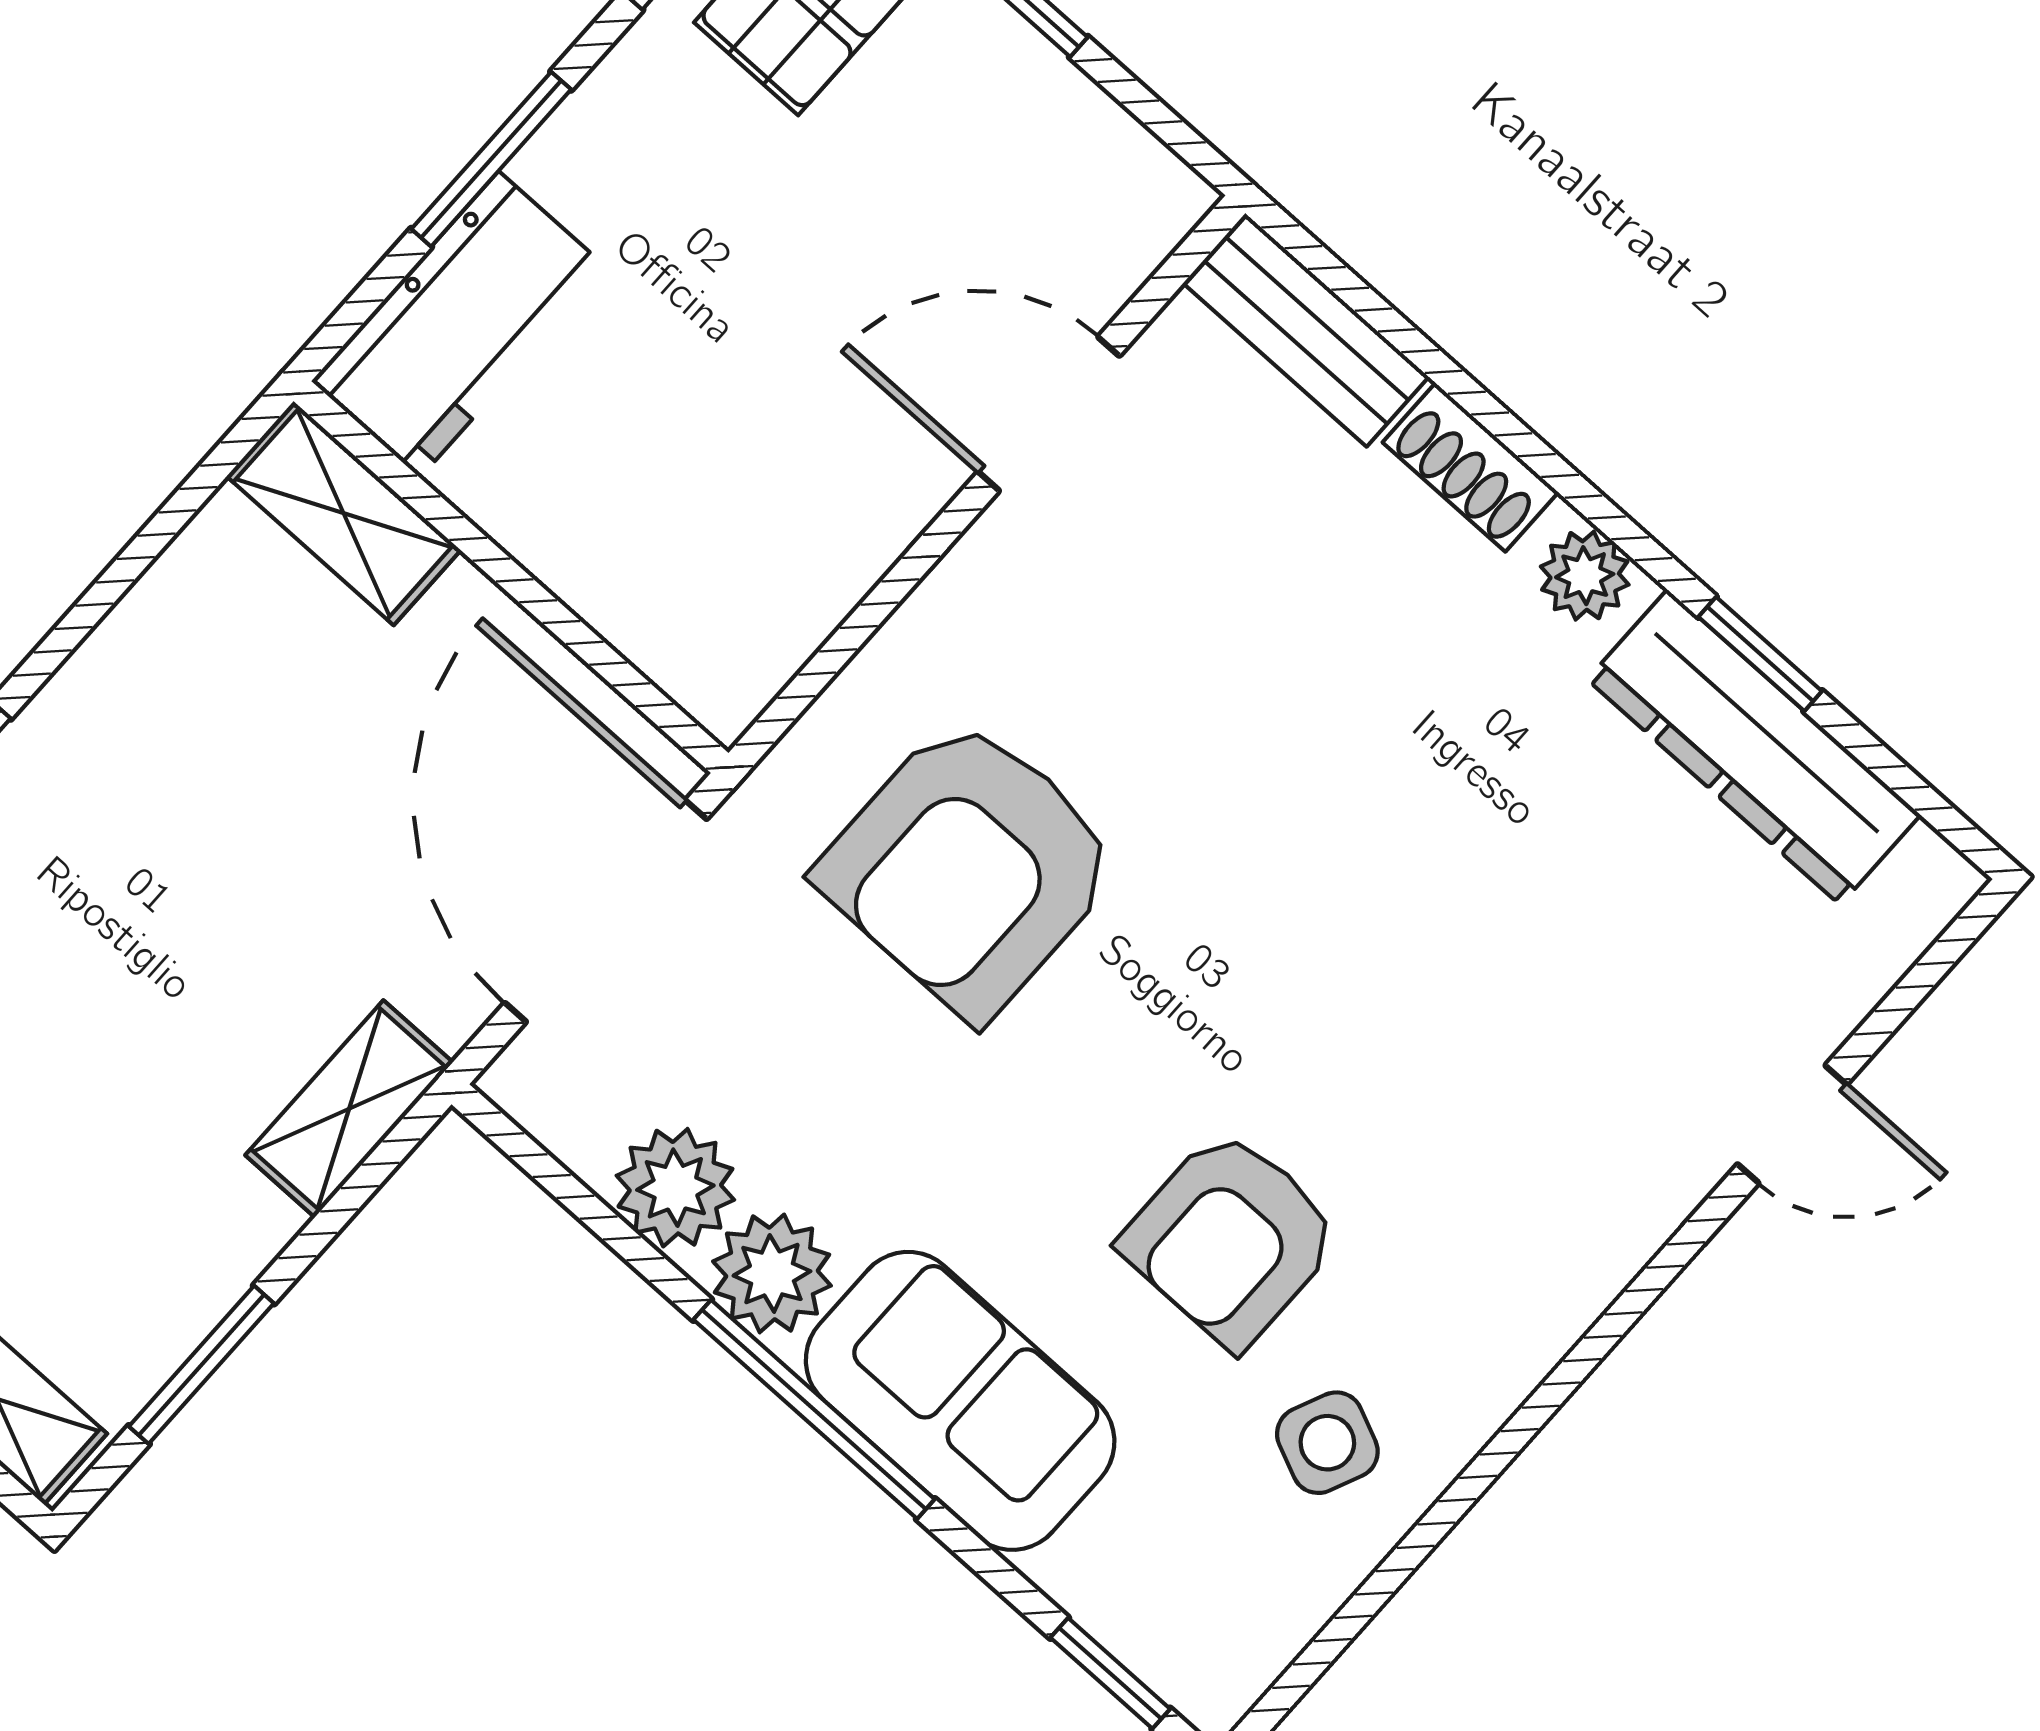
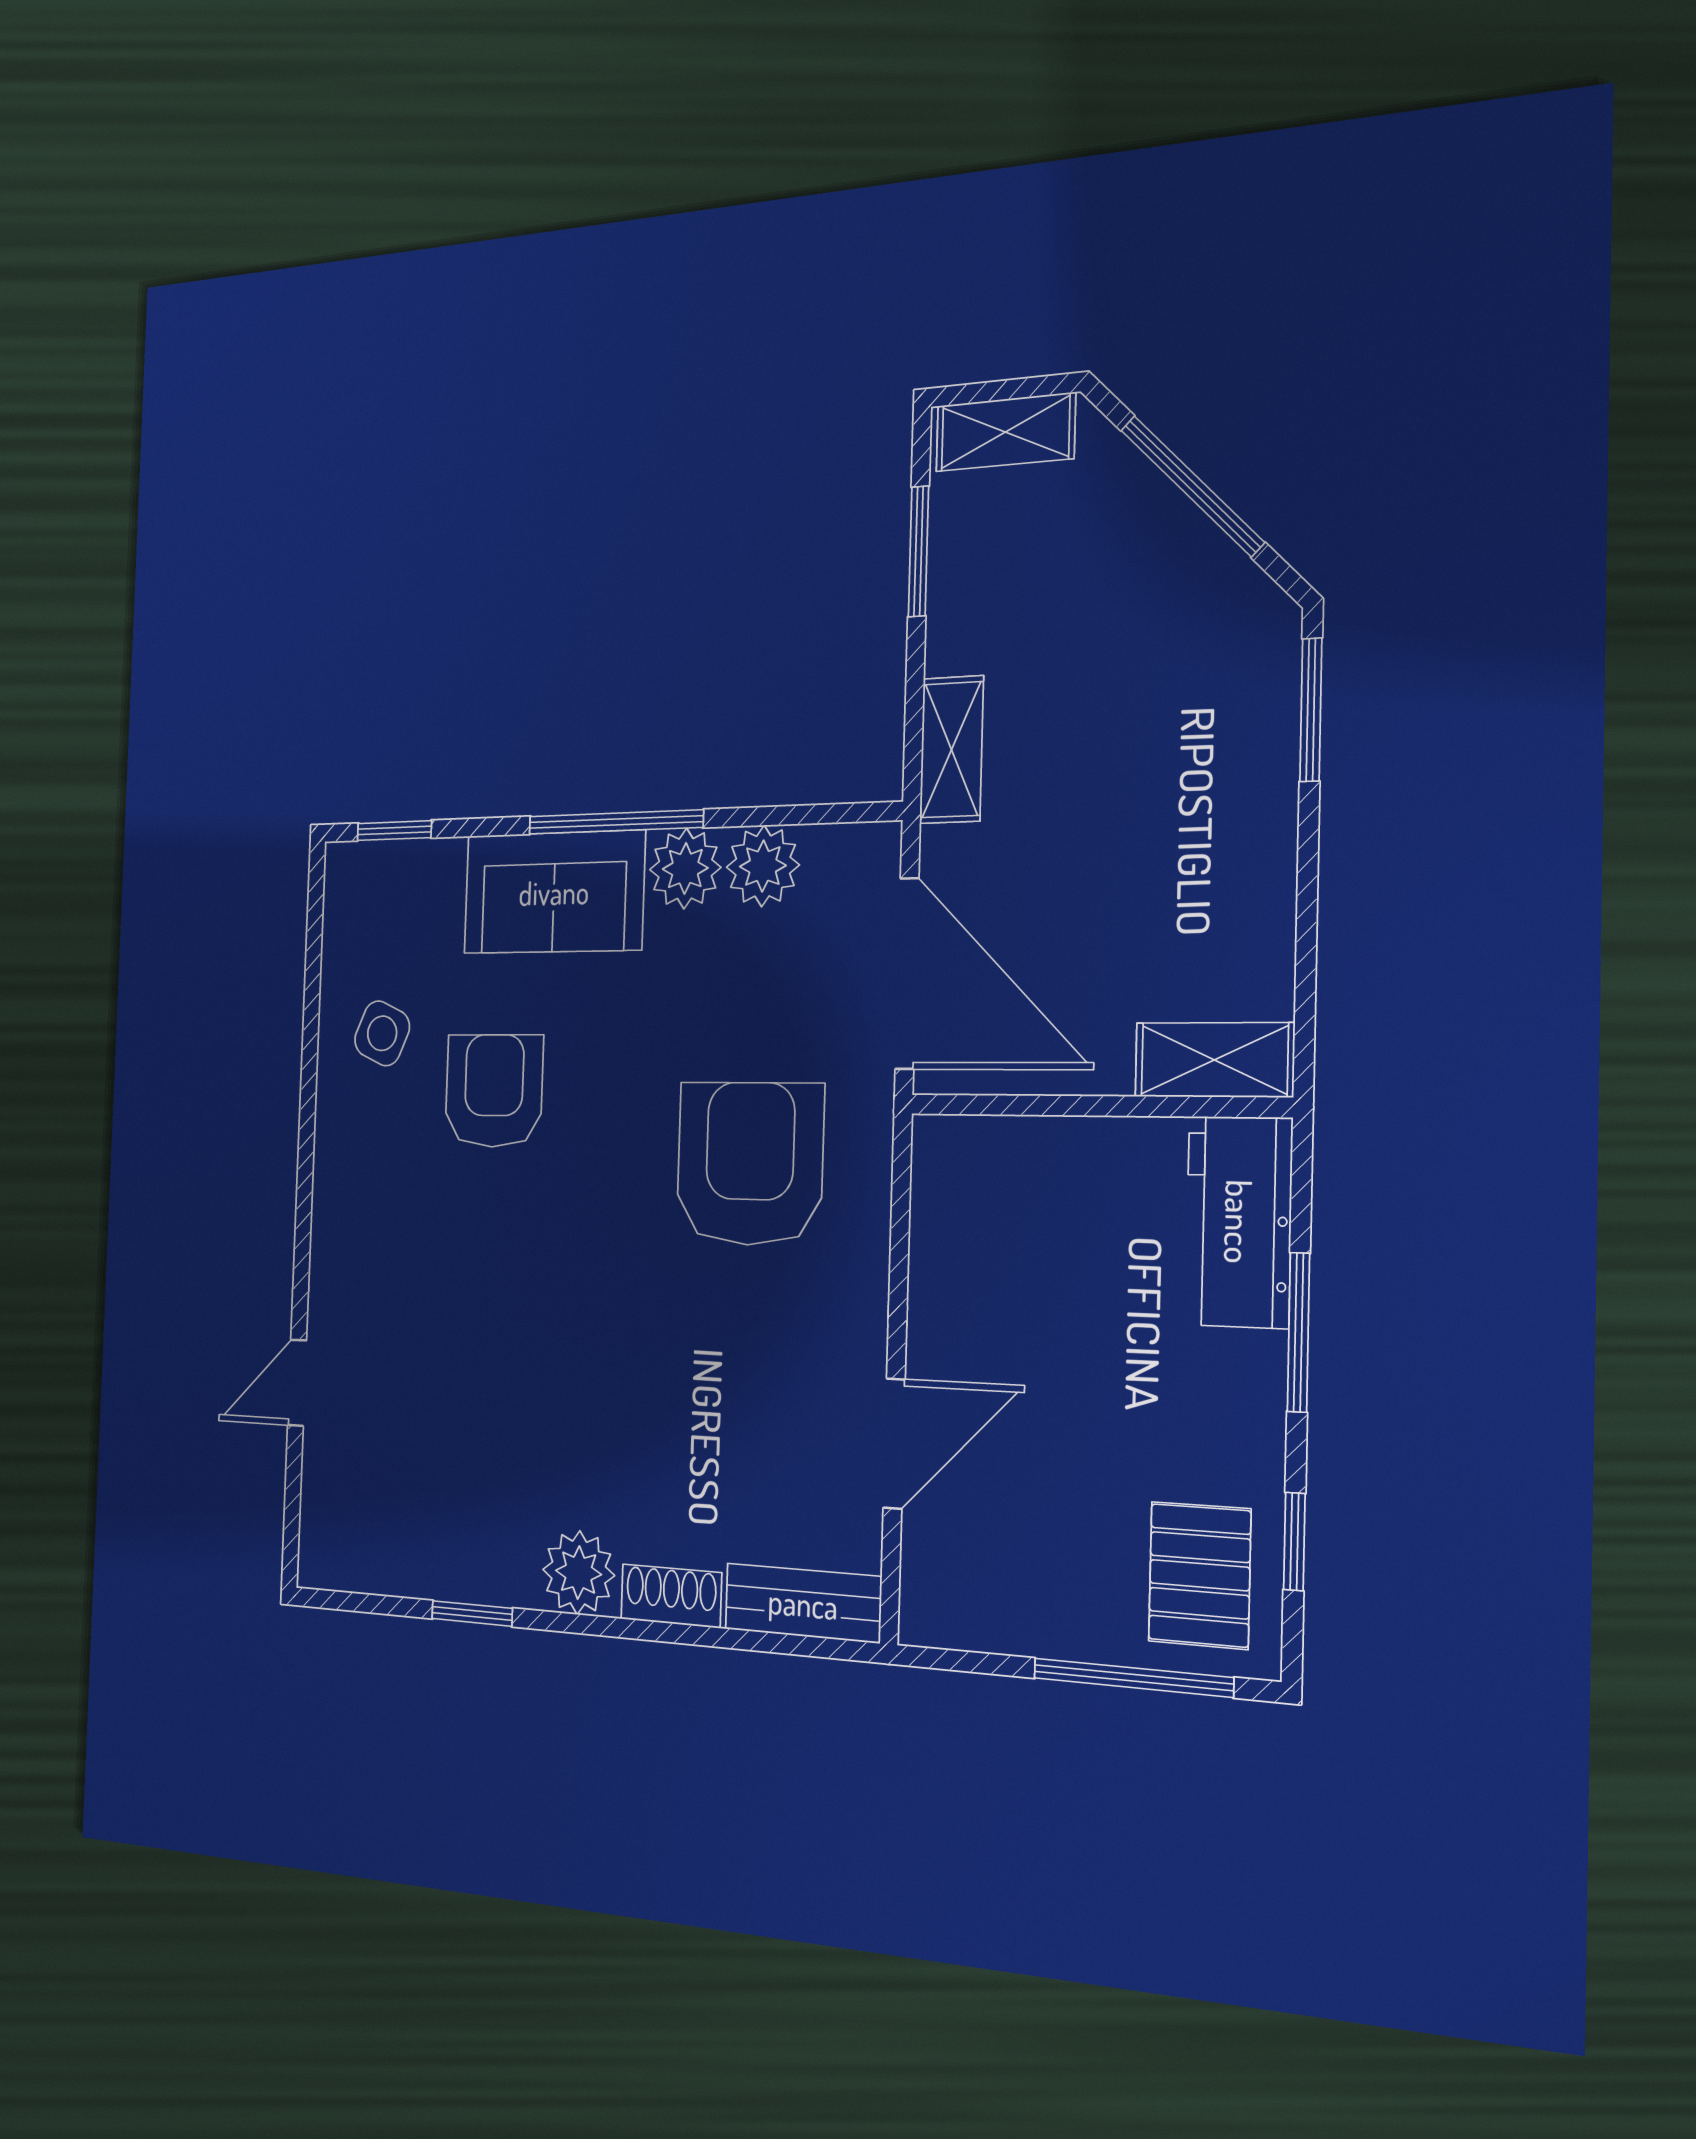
plant: (1585, 576) -> (579, 1573), width x1.38, depth x1.38
dresser: (1754, 747) -> (442, 1561), removed

